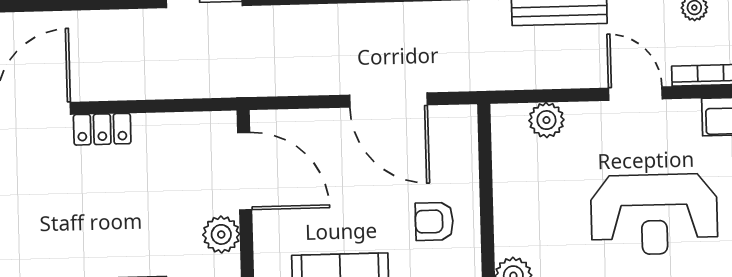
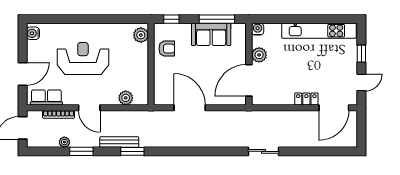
door: (245, 171) -> (249, 80), hinge flipped
armchair: (434, 221) -> (167, 49), moved

